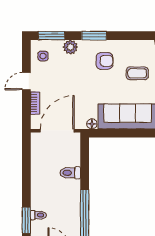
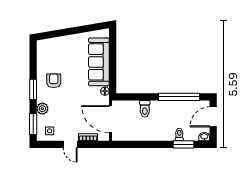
coffee table: (137, 73) -> (64, 54), removed

